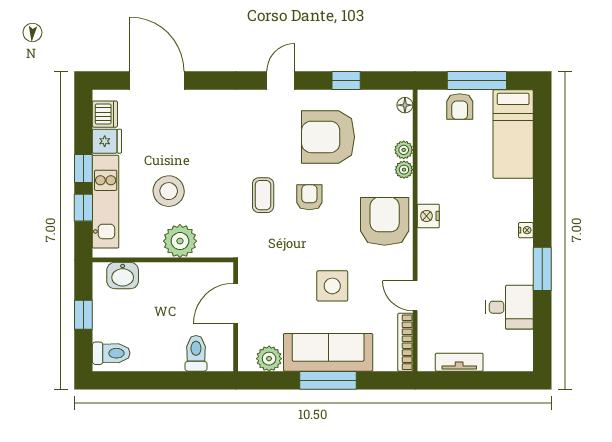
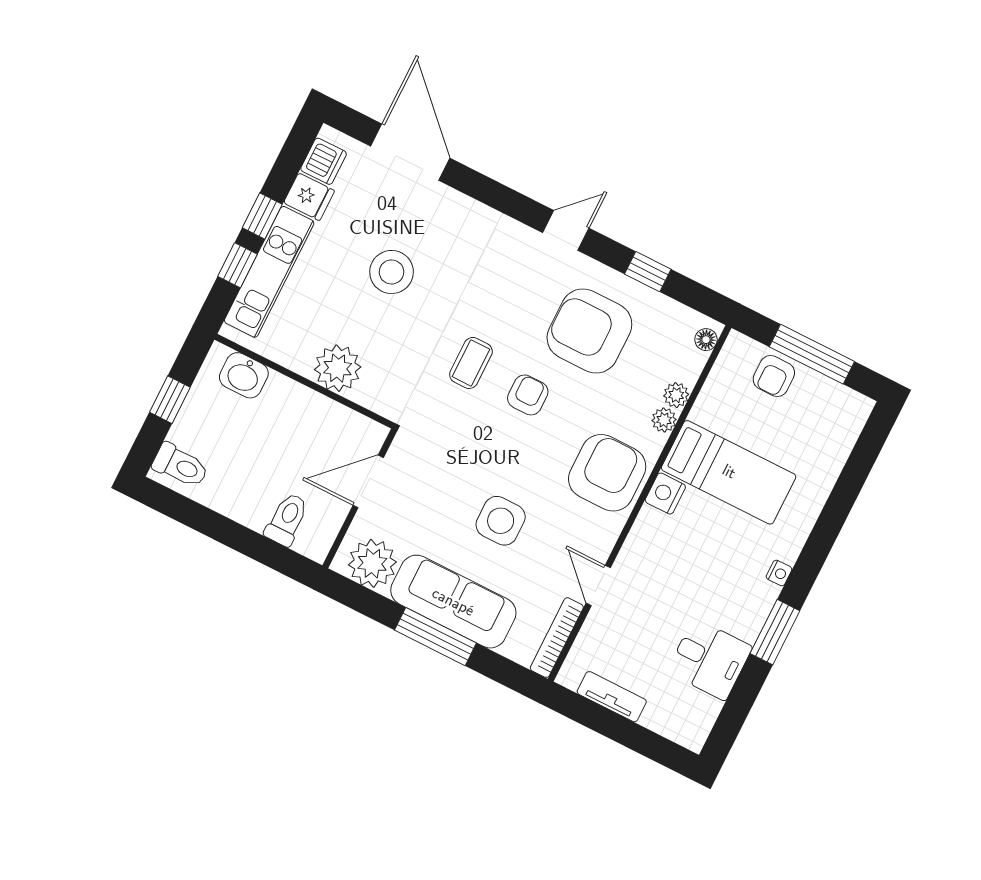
bed: (513, 134) -> (729, 472), moved, turned -90
stool: (169, 191) -> (392, 272), moved
plant: (269, 359) -> (372, 563), width x1.36, depth x1.36

